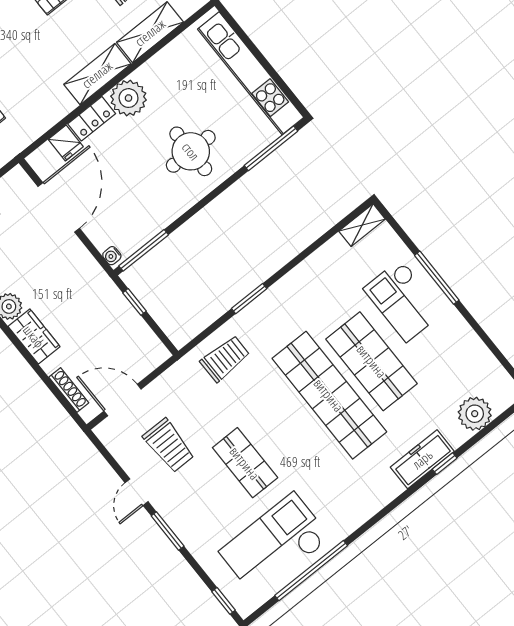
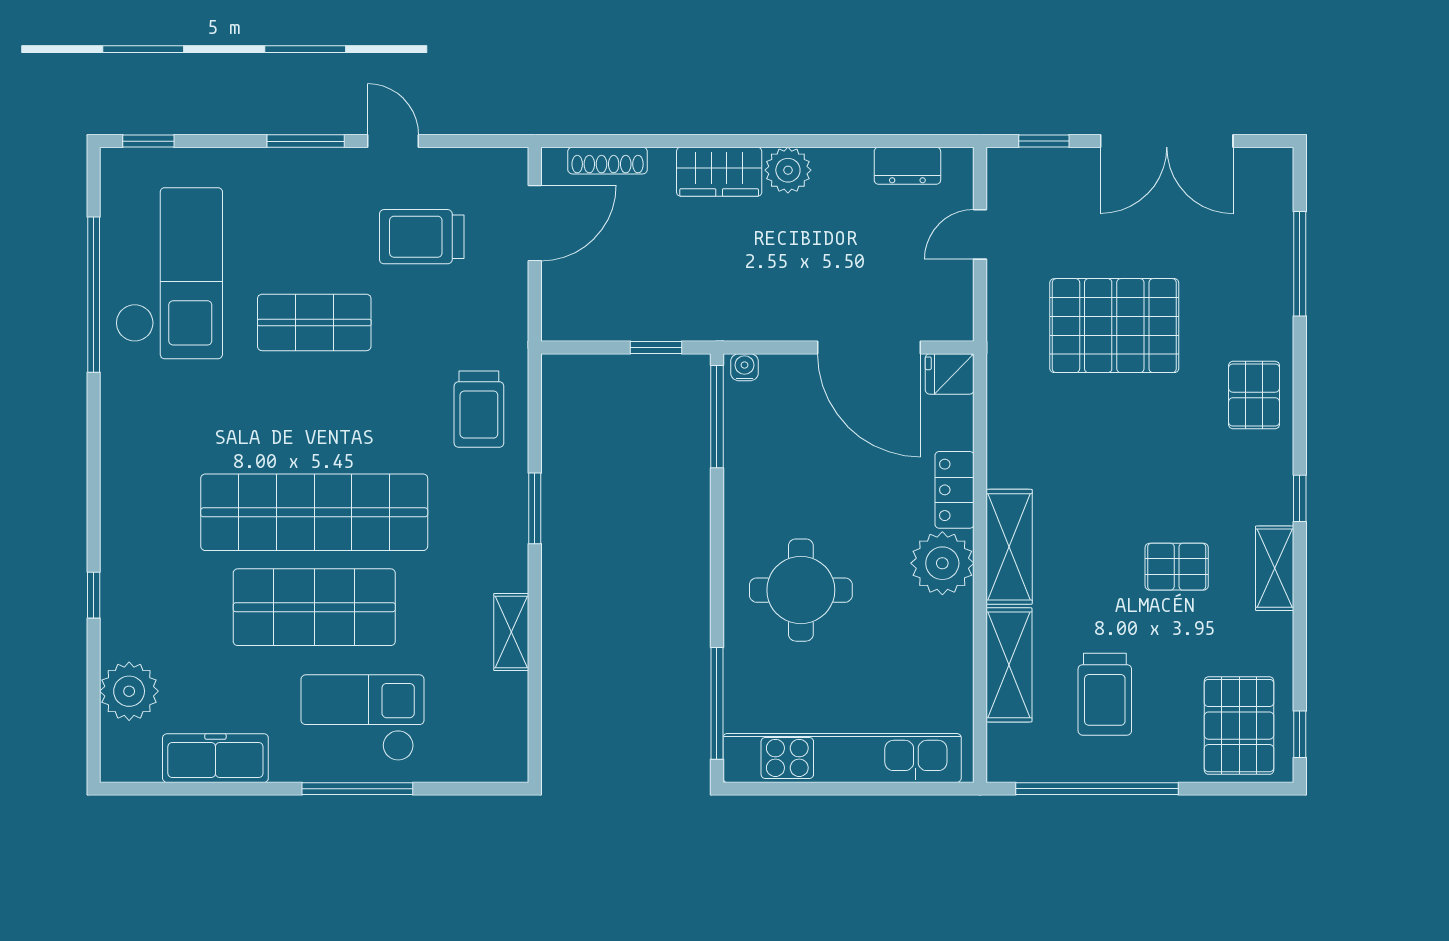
fridge: (66, 143) -> (950, 374), moved
shelving: (362, 225) -> (511, 632), moved
freezer: (422, 459) -> (215, 758), moved, turned -90

